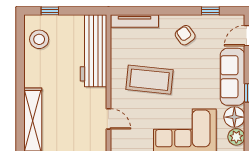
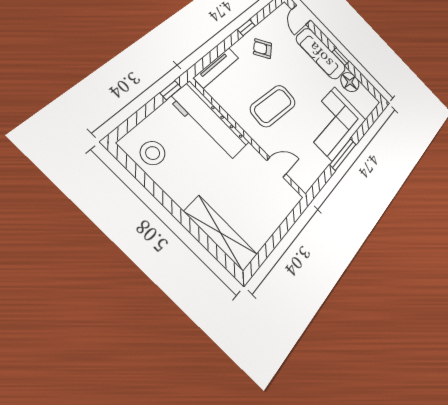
window: (50, 11) -> (171, 90), moved
window: (210, 11) -> (246, 28), moved
plant: (236, 137) -> (365, 95), removed

